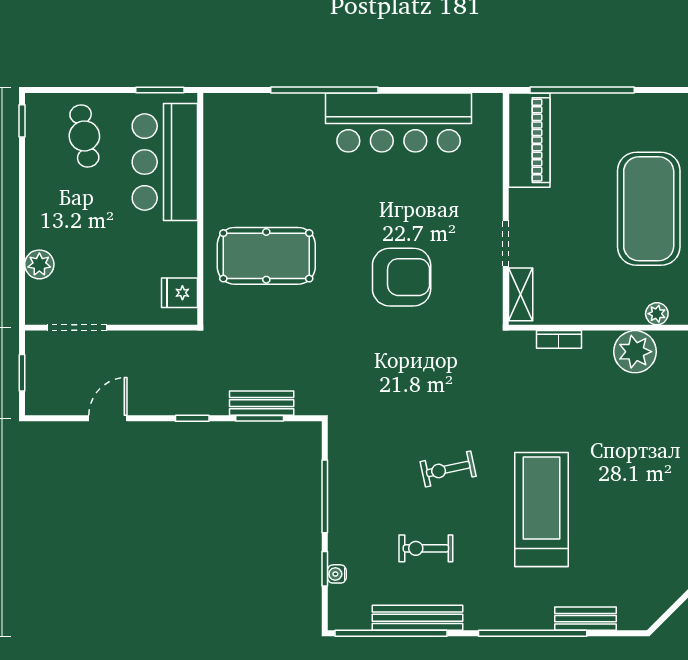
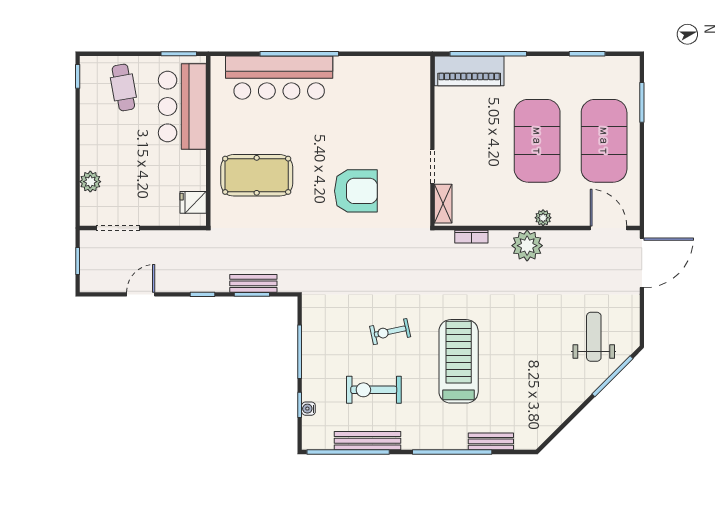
bar counter: (399, 122) -> (279, 78), moved
piano: (529, 140) -> (469, 71), moved, turned 90
exercise bike: (426, 548) -> (374, 390), width x1.38, depth x1.39

